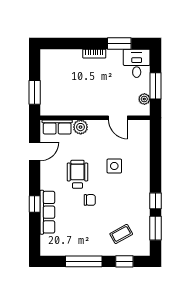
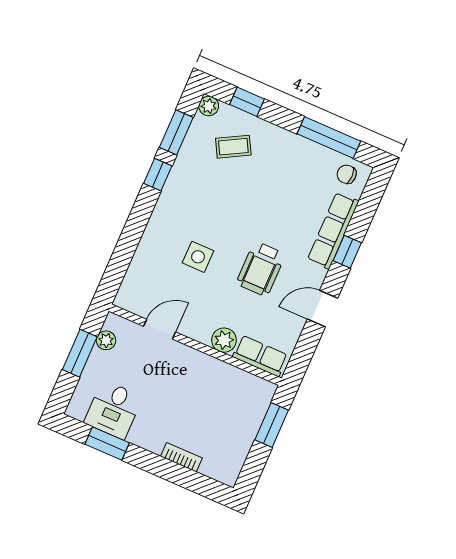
bookcase: (94, 54) -> (181, 457), moved
desk: (137, 63) -> (113, 410), moved
door: (118, 118) -> (160, 329), hinge flipped
door: (35, 151) -> (322, 309), moved
chair: (90, 200) -> (347, 174), moved
plant: (144, 250) -> (209, 106), added
window: (84, 261) -> (329, 138), moved

